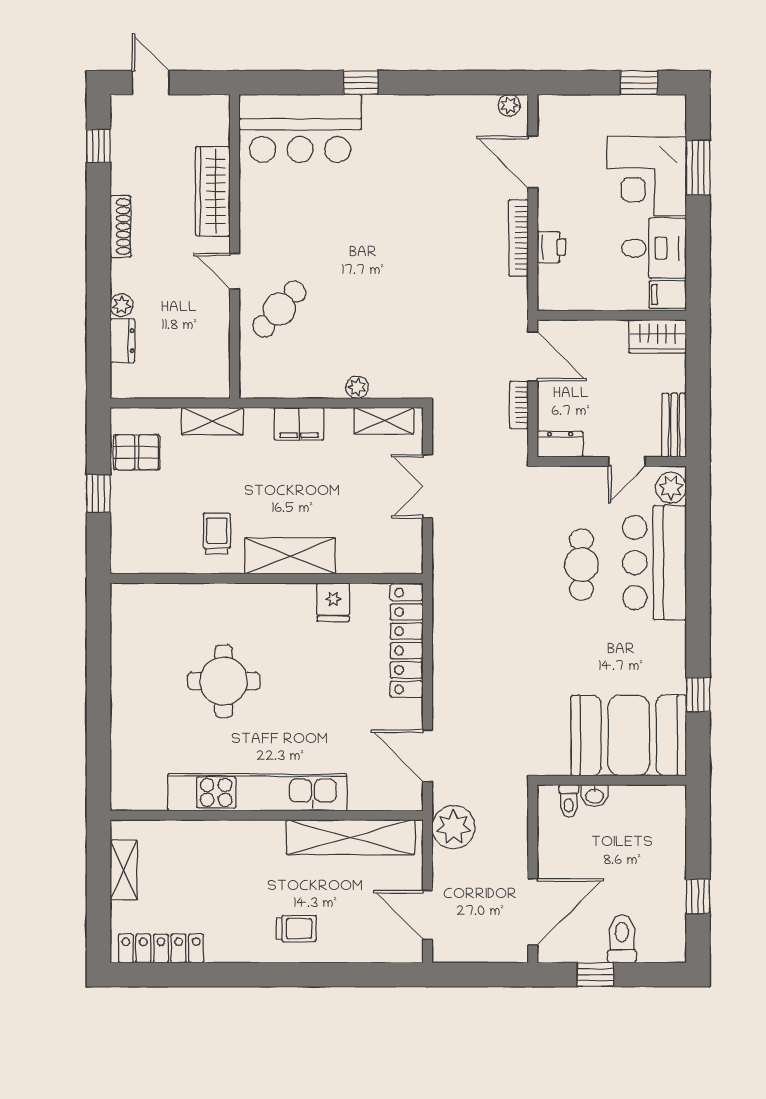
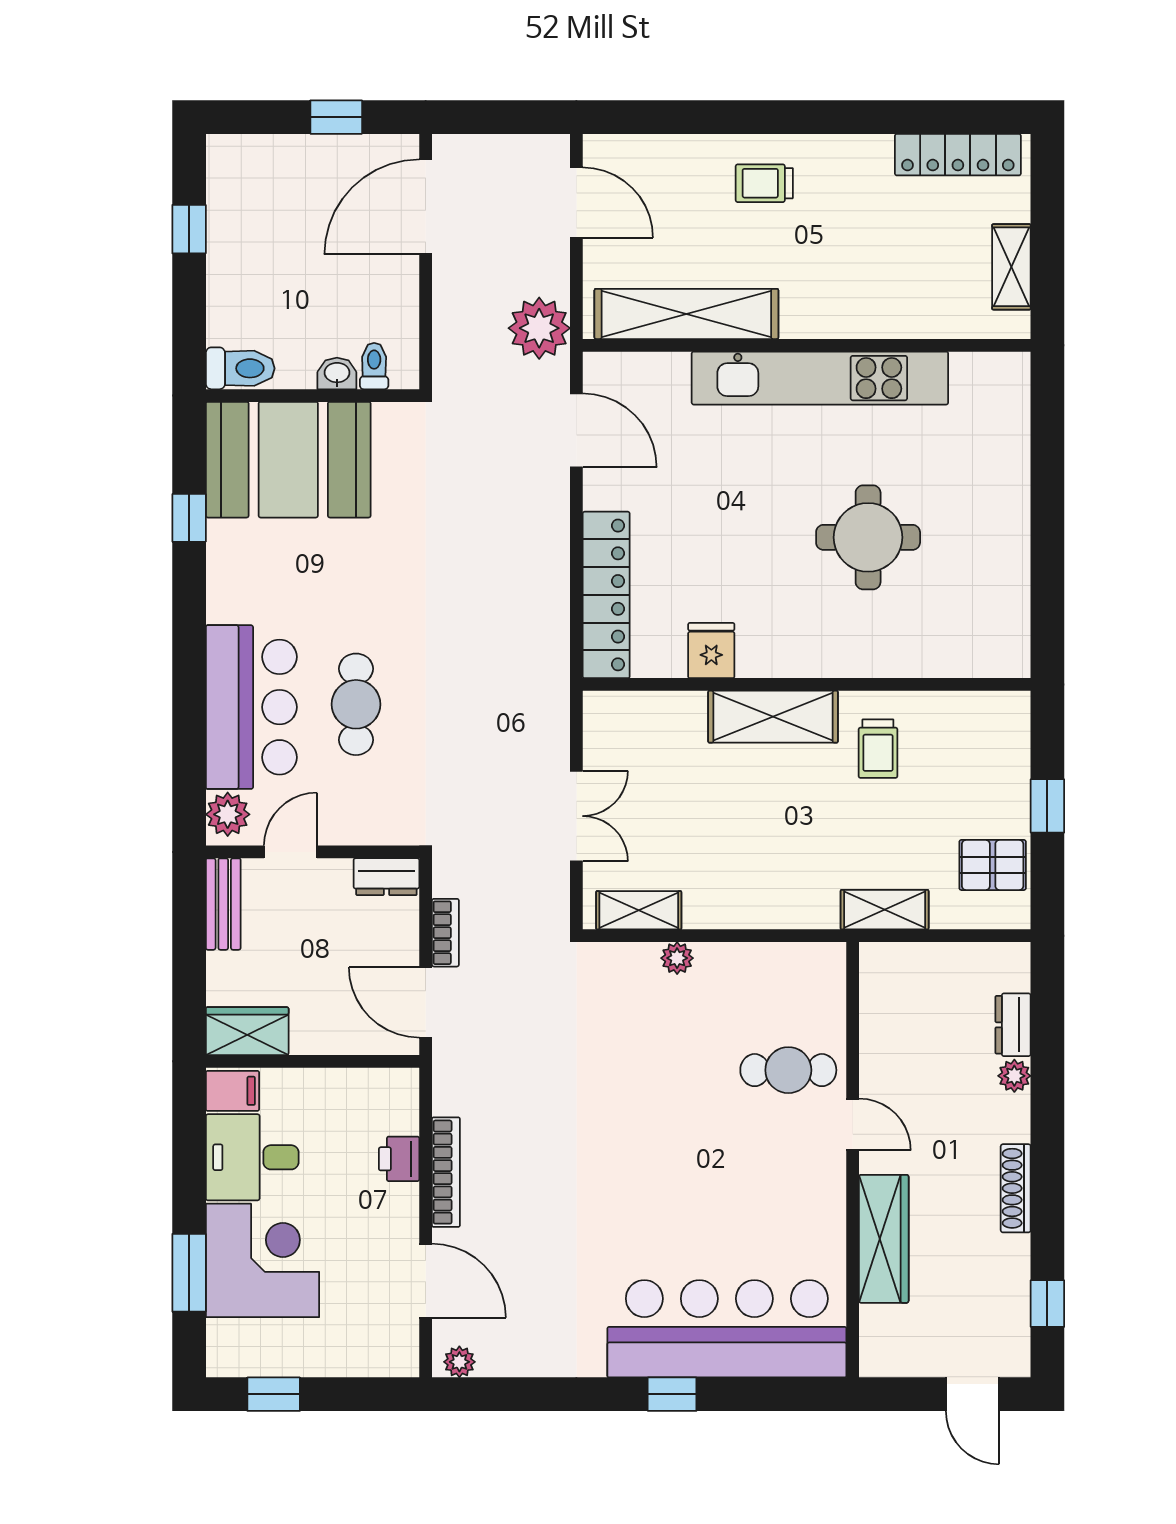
bar counter: (300, 128) -> (727, 1329), width x1.36
cafe table: (279, 309) -> (788, 1070), turned 48
filing cabinet: (299, 424) -> (760, 906), removed
toilet: (622, 939) -> (240, 368), moved, turned -90

